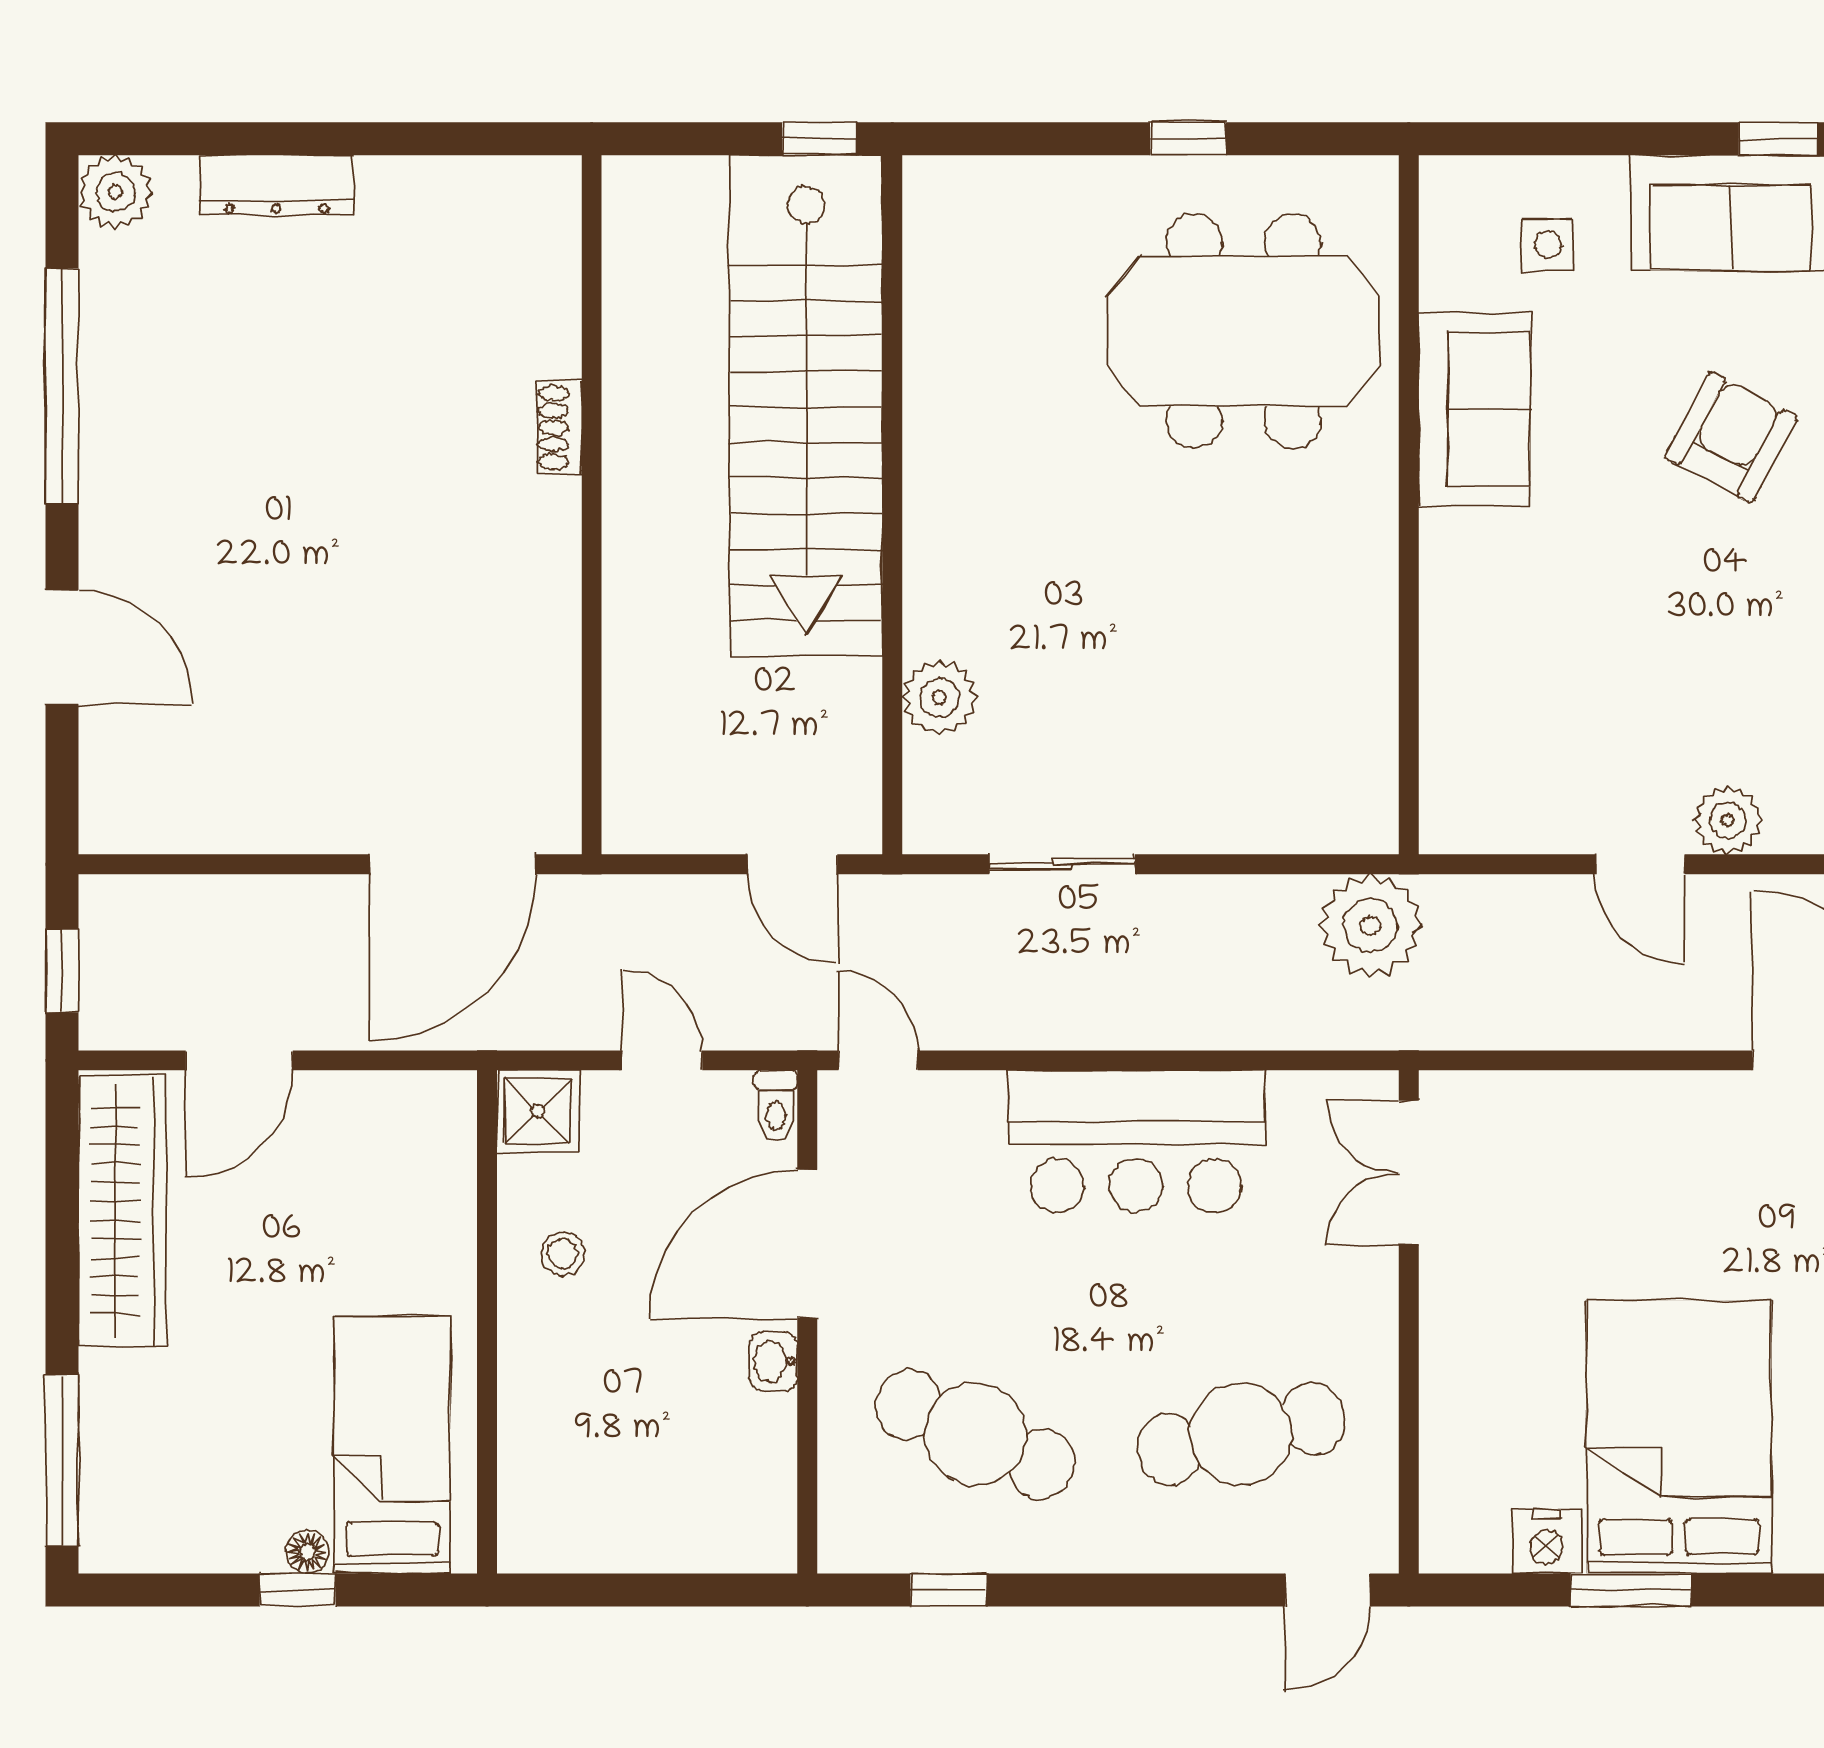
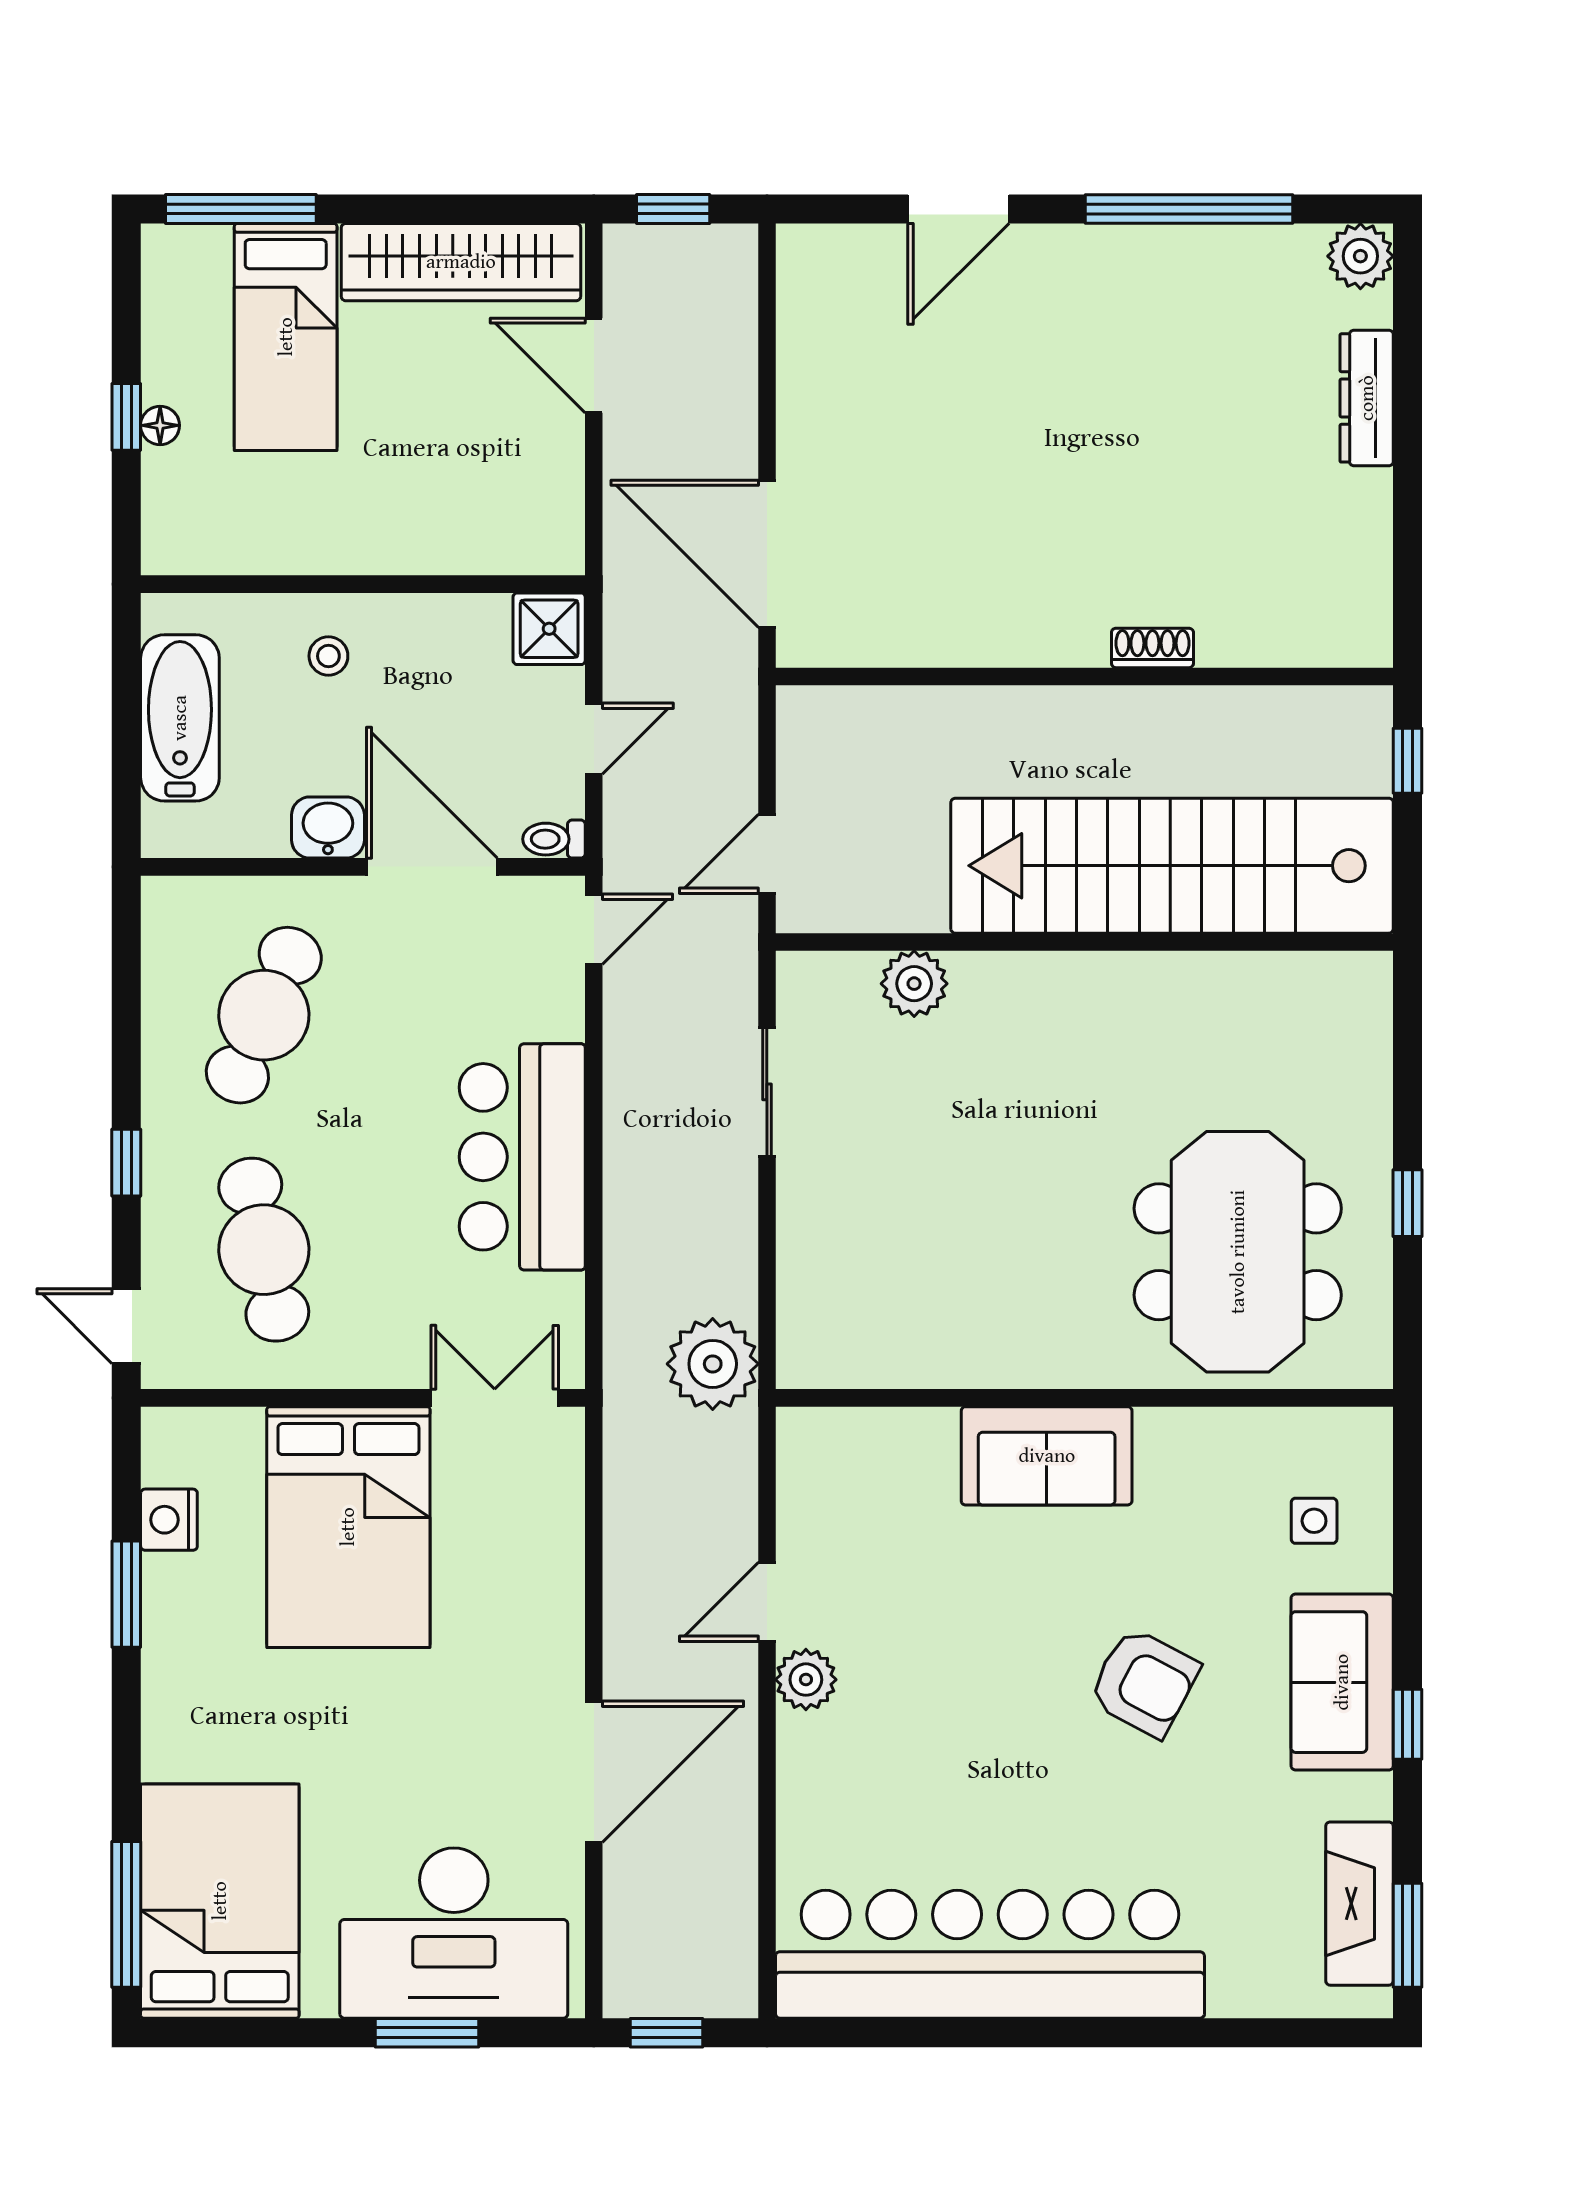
window: (819, 139) -> (1408, 761), moved
sofa: (1474, 409) -> (1047, 1456), moved
stool: (563, 1254) -> (328, 656), moved
washbasin: (773, 1362) -> (328, 828), width x1.38, depth x1.45
bed: (1679, 1437) -> (348, 1527), moved, turned 90
bed: (392, 1445) -> (286, 337), moved, turned 90
bathtub: (639, 1529) -> (180, 718), added
window: (948, 1590) -> (126, 1163), moved

